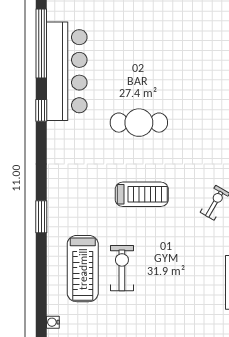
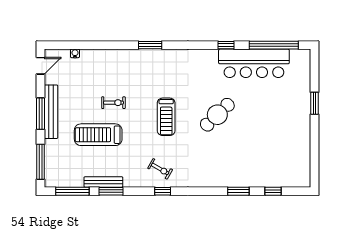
cafe table: (139, 123) -> (217, 115), turned 46
exercise bike: (122, 268) -> (113, 103), width x0.73, depth x0.72
treadmill: (83, 269) -> (98, 135), moved

